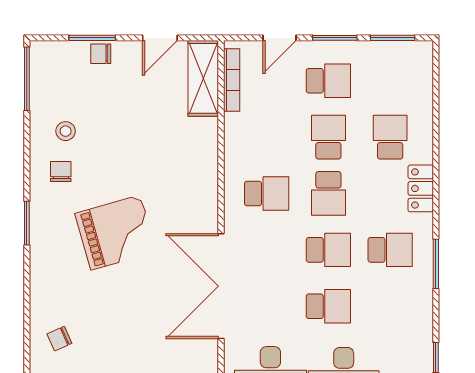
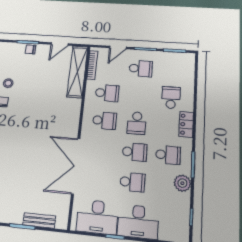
shelving: (203, 78) -> (77, 72), width x1.47
school desk: (328, 137) -> (107, 93), moved, turned 90
grand piano: (116, 232) -> (25, 134), removed
plant: (418, 299) -> (182, 183), added

